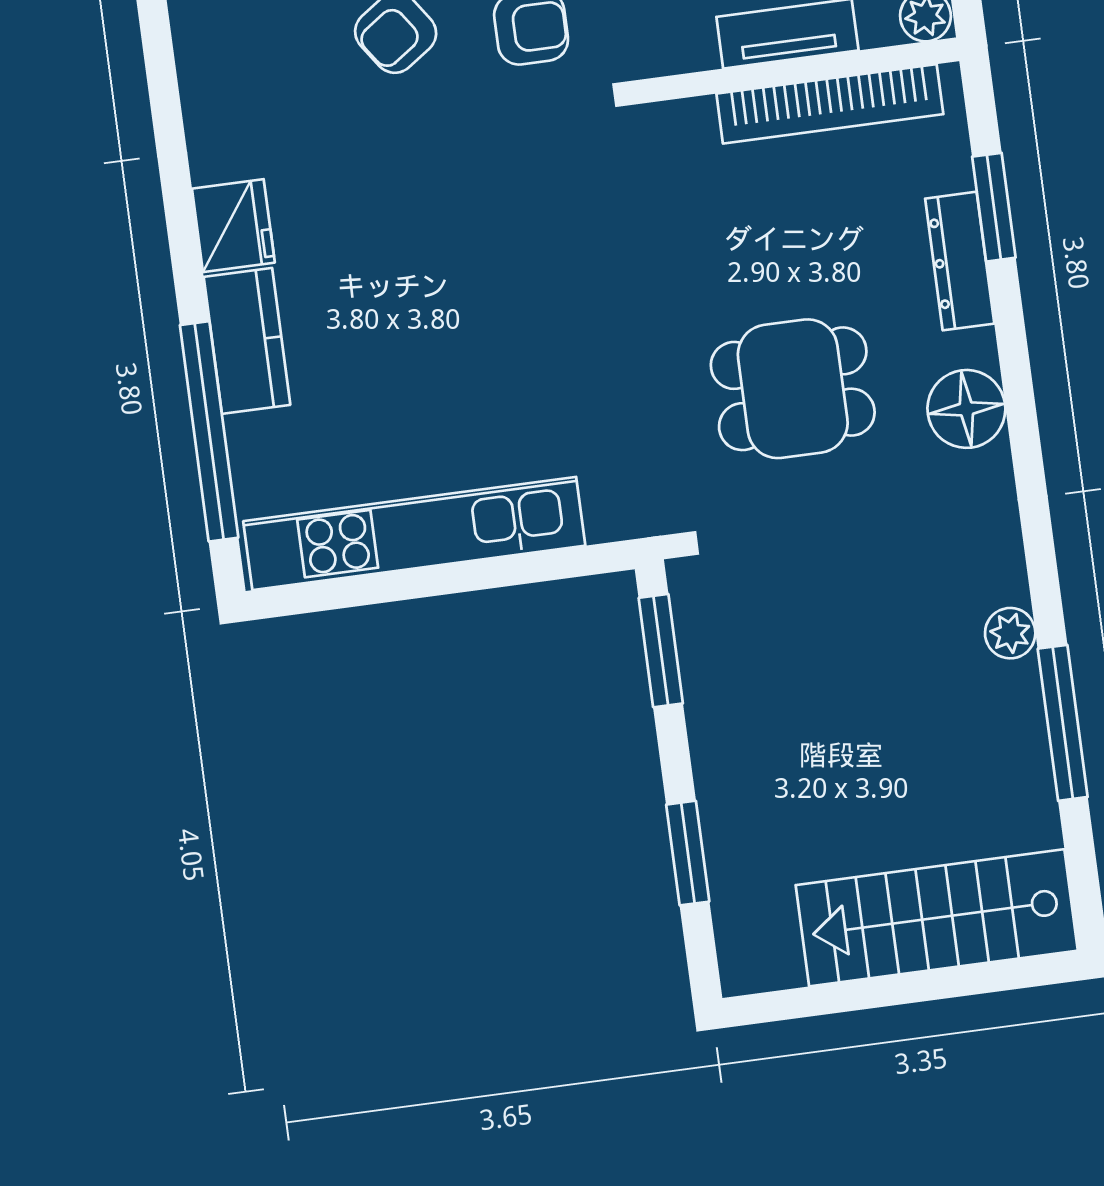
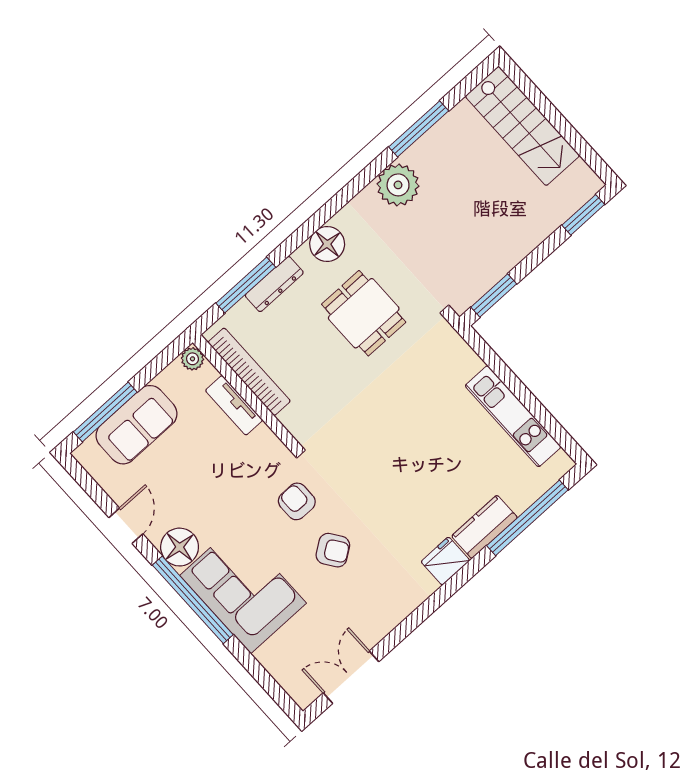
window: (994, 207) -> (246, 285), width x1.44
kitchen unit: (414, 533) -> (513, 416), width x0.73
plant: (1010, 633) -> (398, 185), width x1.88, depth x1.88
window: (688, 853) -> (583, 215), moved

